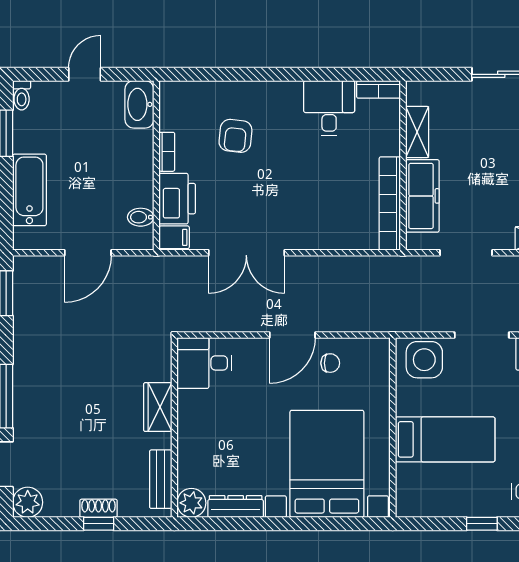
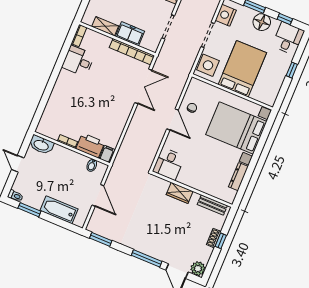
armchair: (235, 136) -> (73, 108), removed
freezer: (422, 196) -> (130, 34), width x0.71
double door: (246, 253) -> (143, 86), moved
bed: (445, 439) -> (242, 69), width x1.50
plant: (191, 503) -> (229, 196), removed

